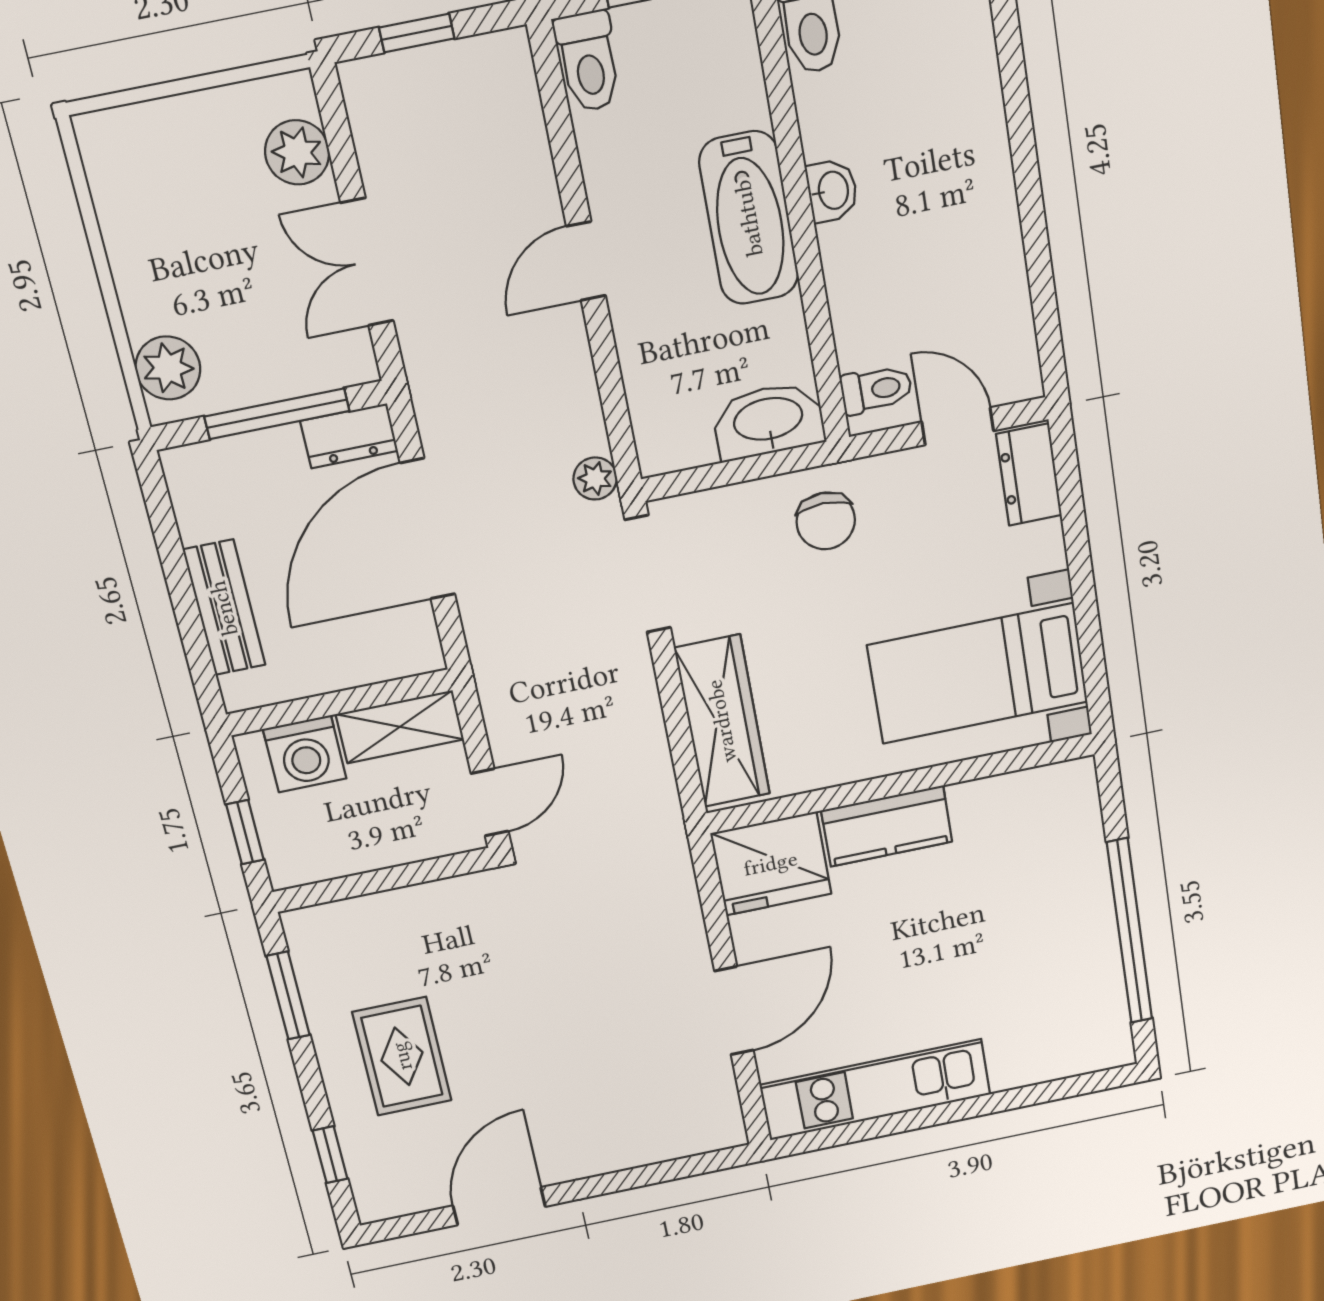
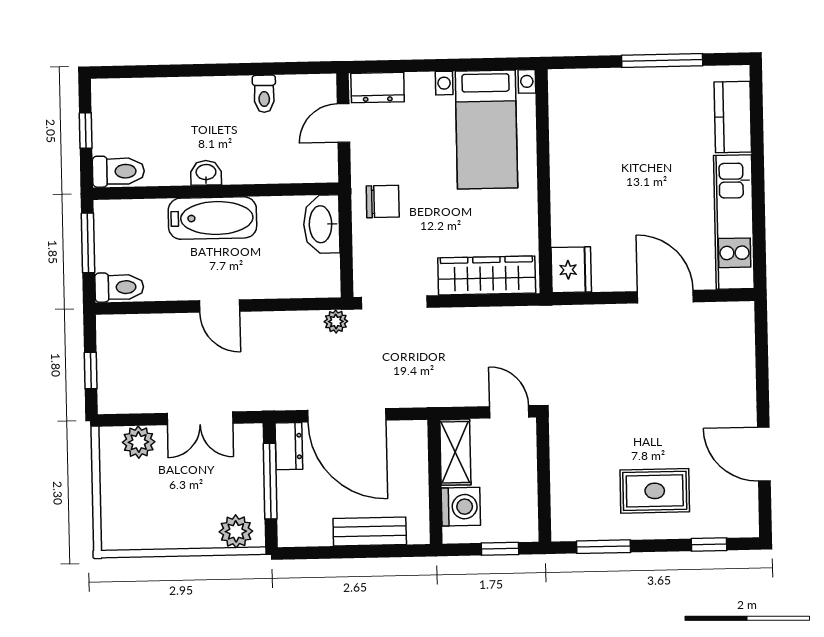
toilet: (876, 390) -> (264, 94), moved, turned 180
kitchen counter: (887, 826) -> (733, 117), moved, turned 180
fridge: (771, 864) -> (571, 270), width x0.73, depth x0.75
window: (1130, 931) -> (662, 61), width x0.68

